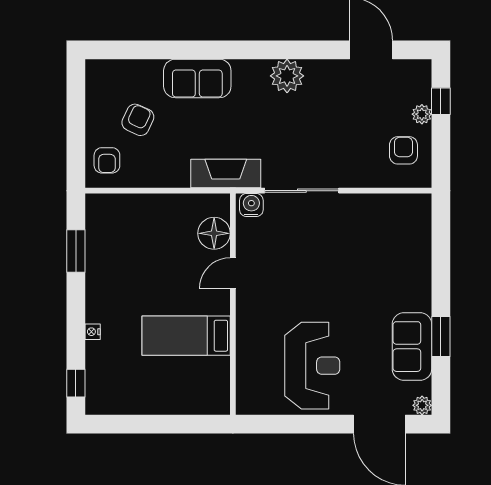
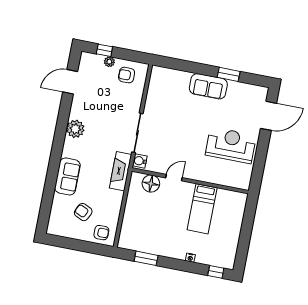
door: (233, 273) -> (174, 178), swing flipped
sofa: (412, 347) -> (208, 86), moved
plant: (422, 405) -> (263, 91), removed

